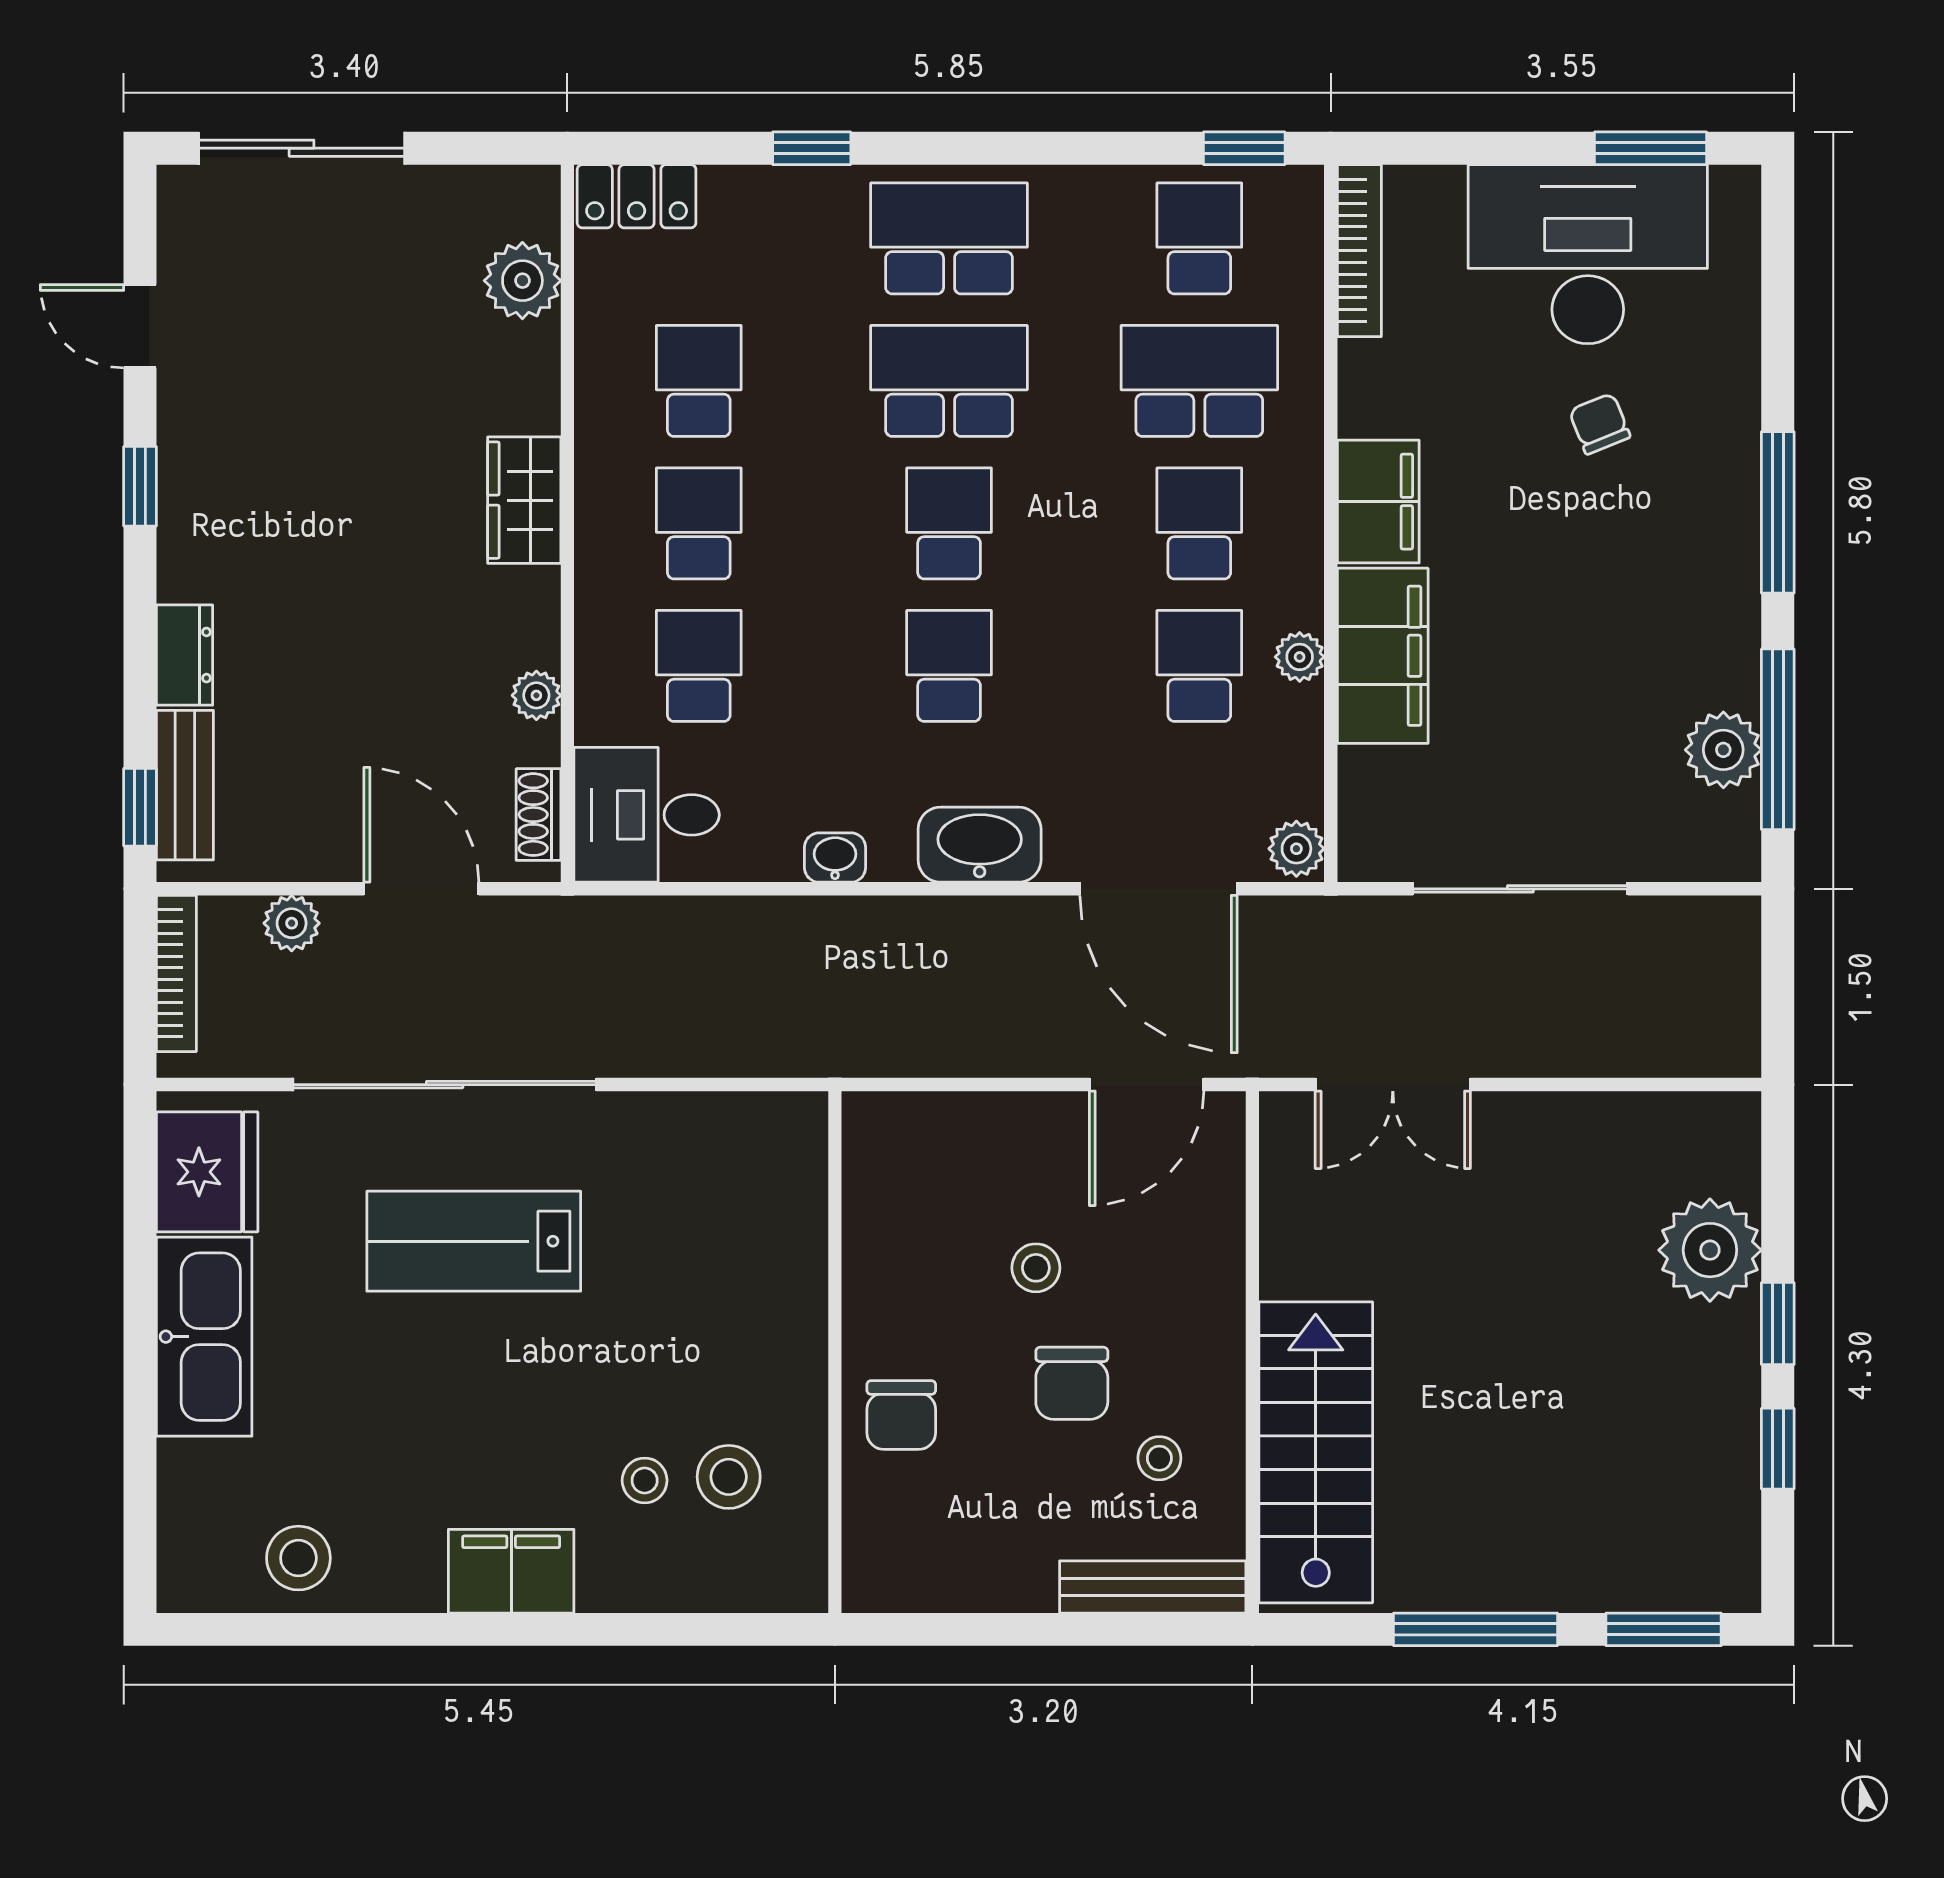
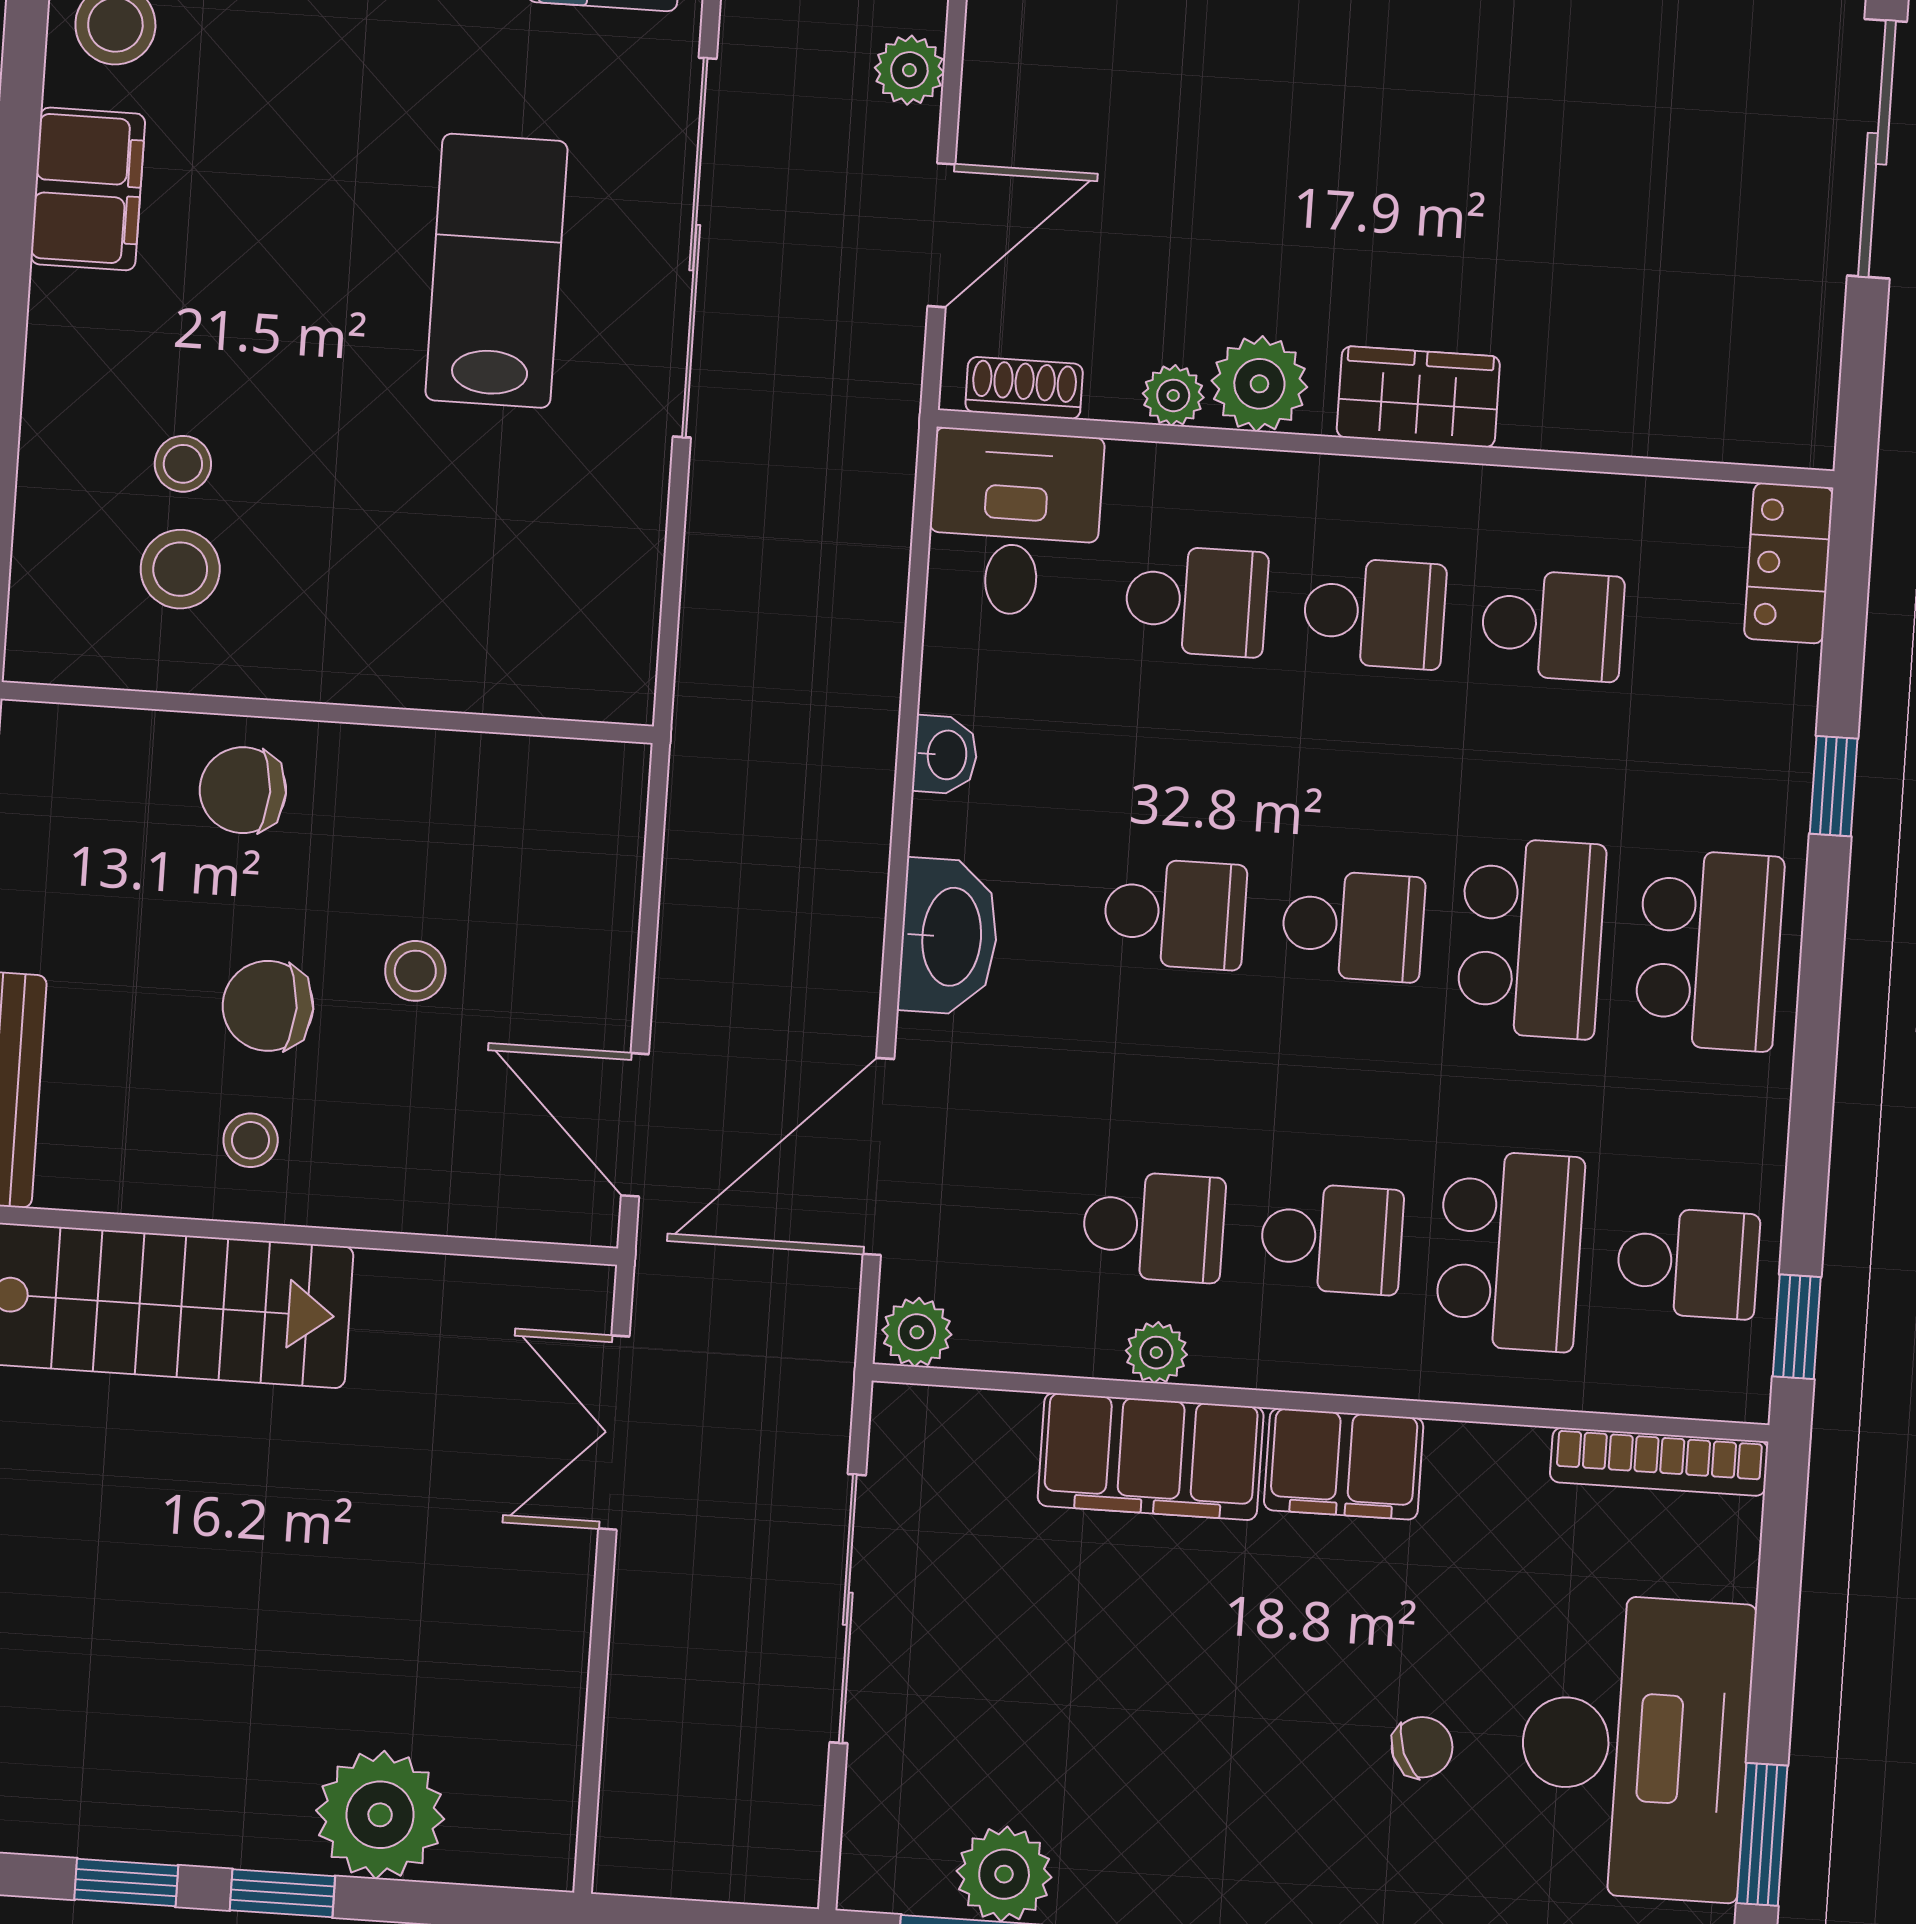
plant: (522, 281) -> (1259, 384), moved
stool: (1159, 1458) -> (251, 1140), moved
filing cabinet: (511, 1571) -> (88, 189), moved

